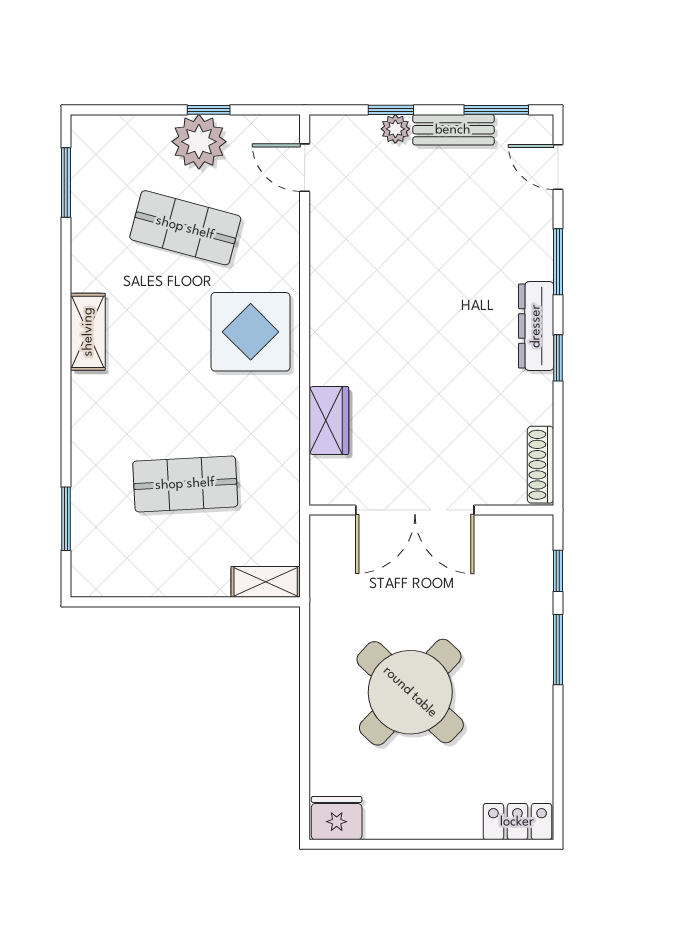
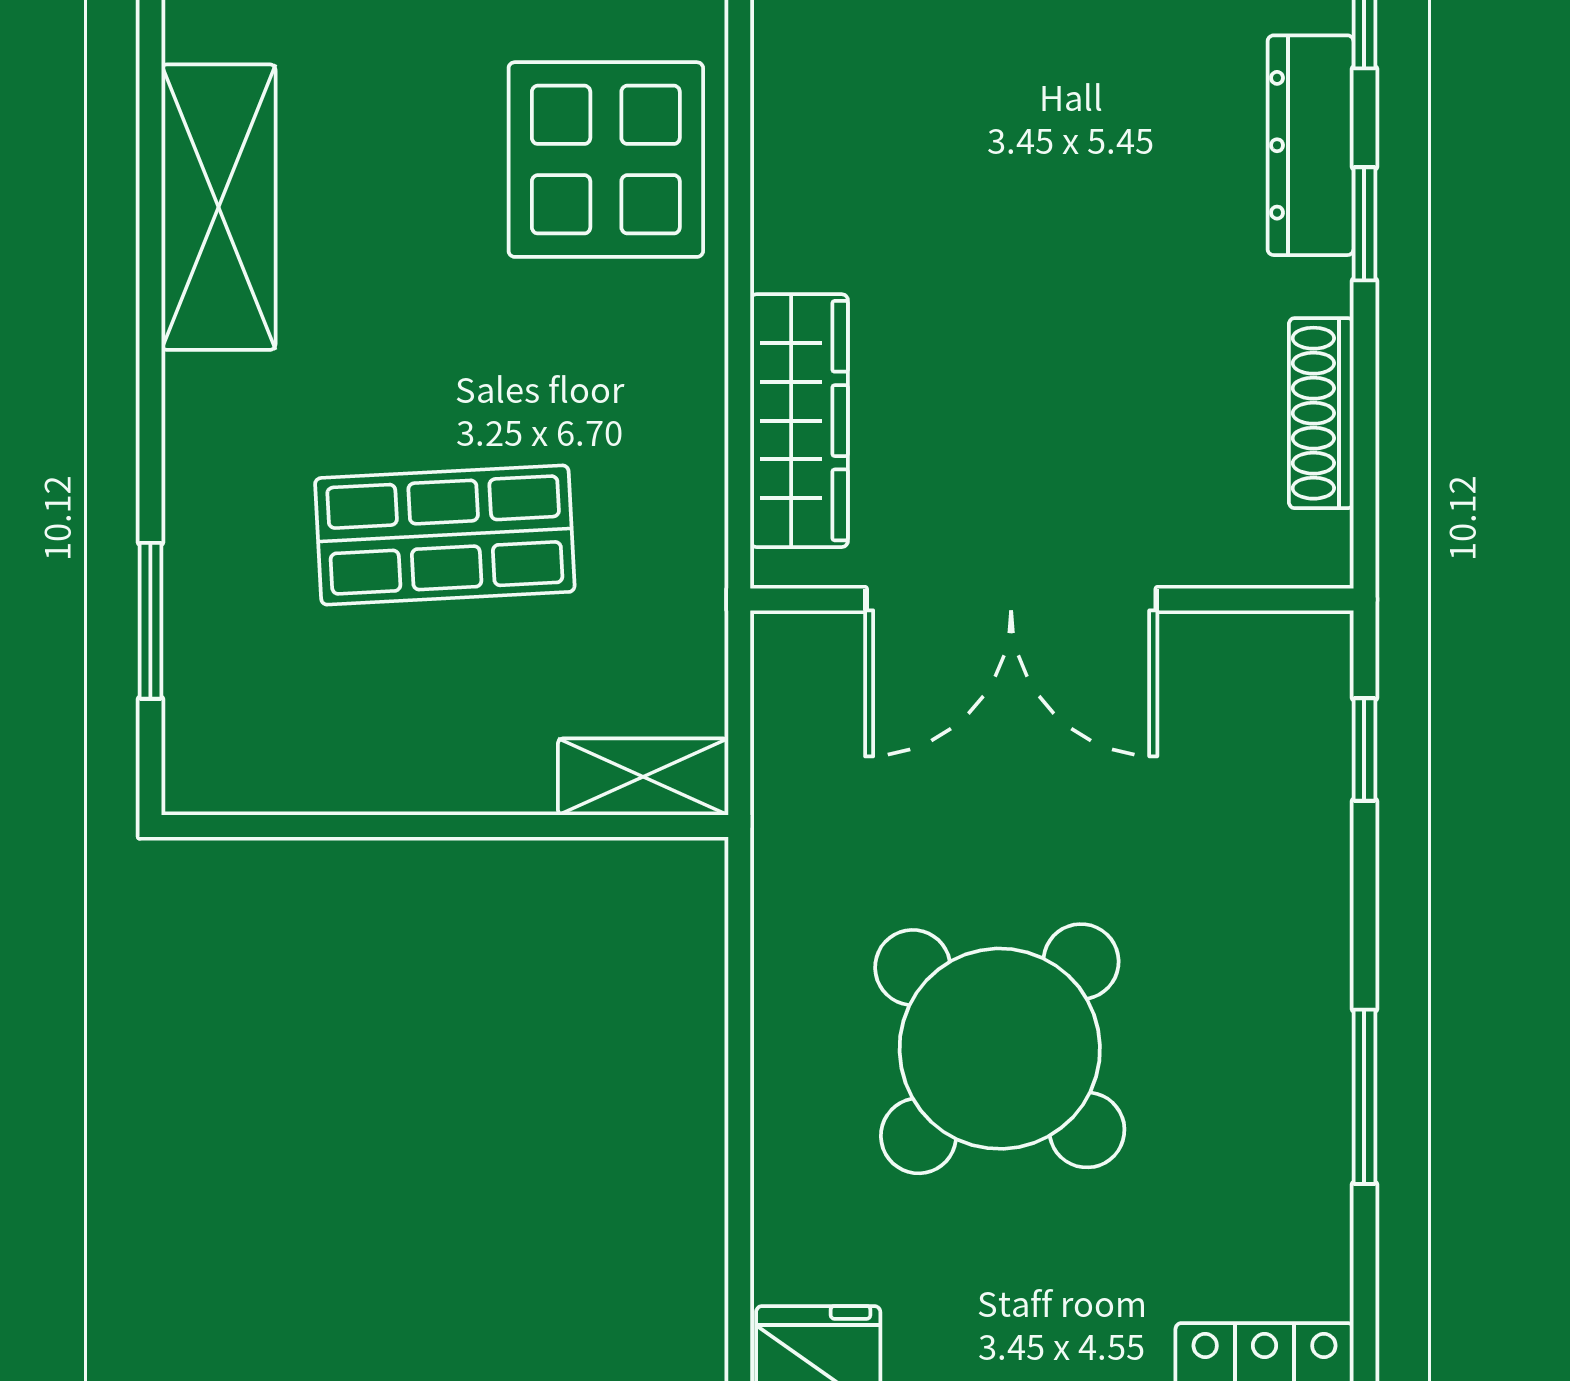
shelving: (88, 332) -> (218, 207), width x1.50, depth x1.33
wardrobe: (329, 421) -> (799, 421), width x1.50
shoe rack: (540, 465) -> (1321, 413), moved
window: (558, 650) -> (1364, 1097), moved

